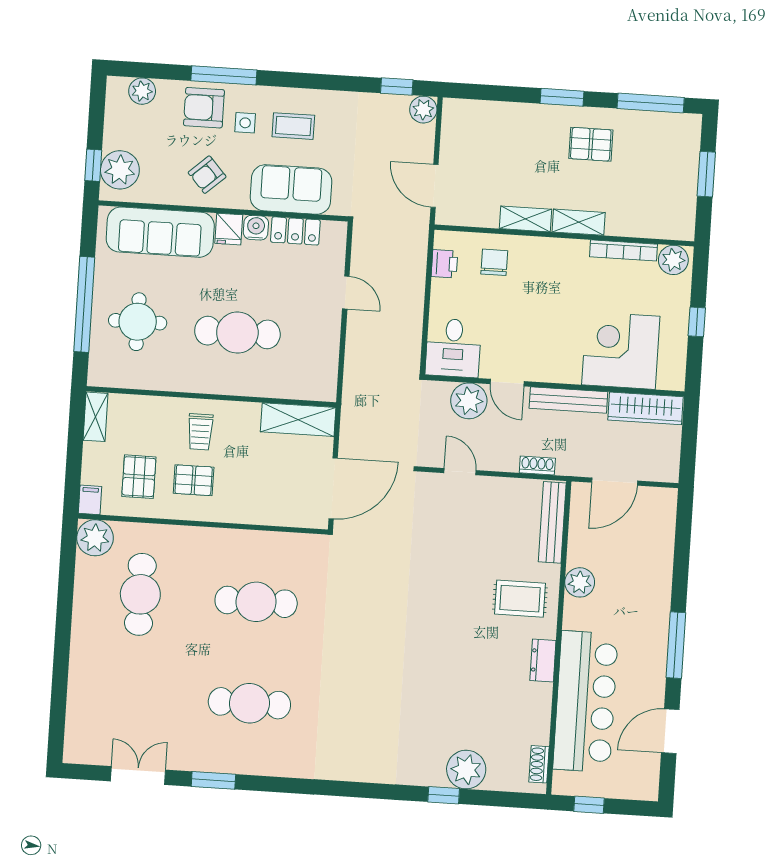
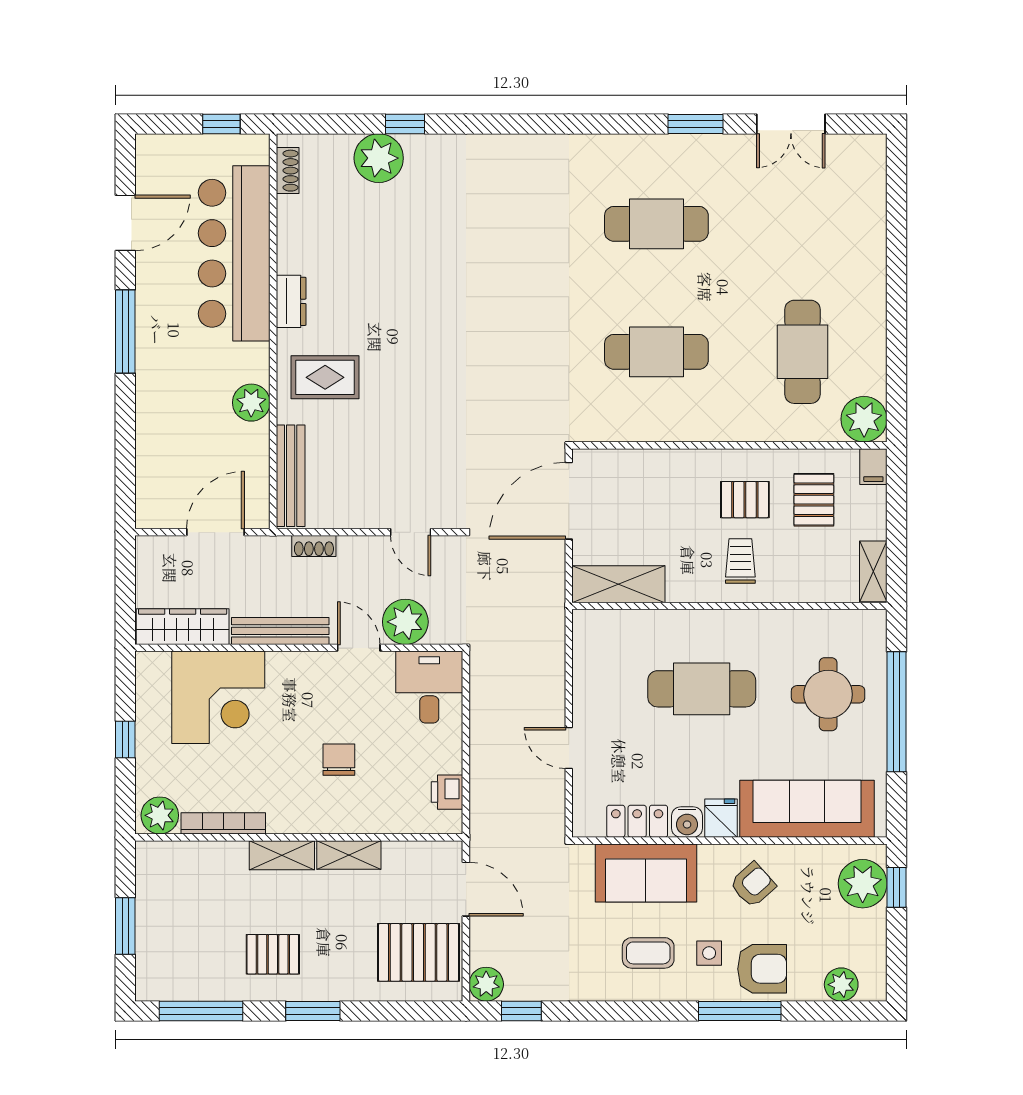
pallet: (475, 138) -> (419, 952), added
chair: (494, 262) -> (339, 760), moved, turned 180

